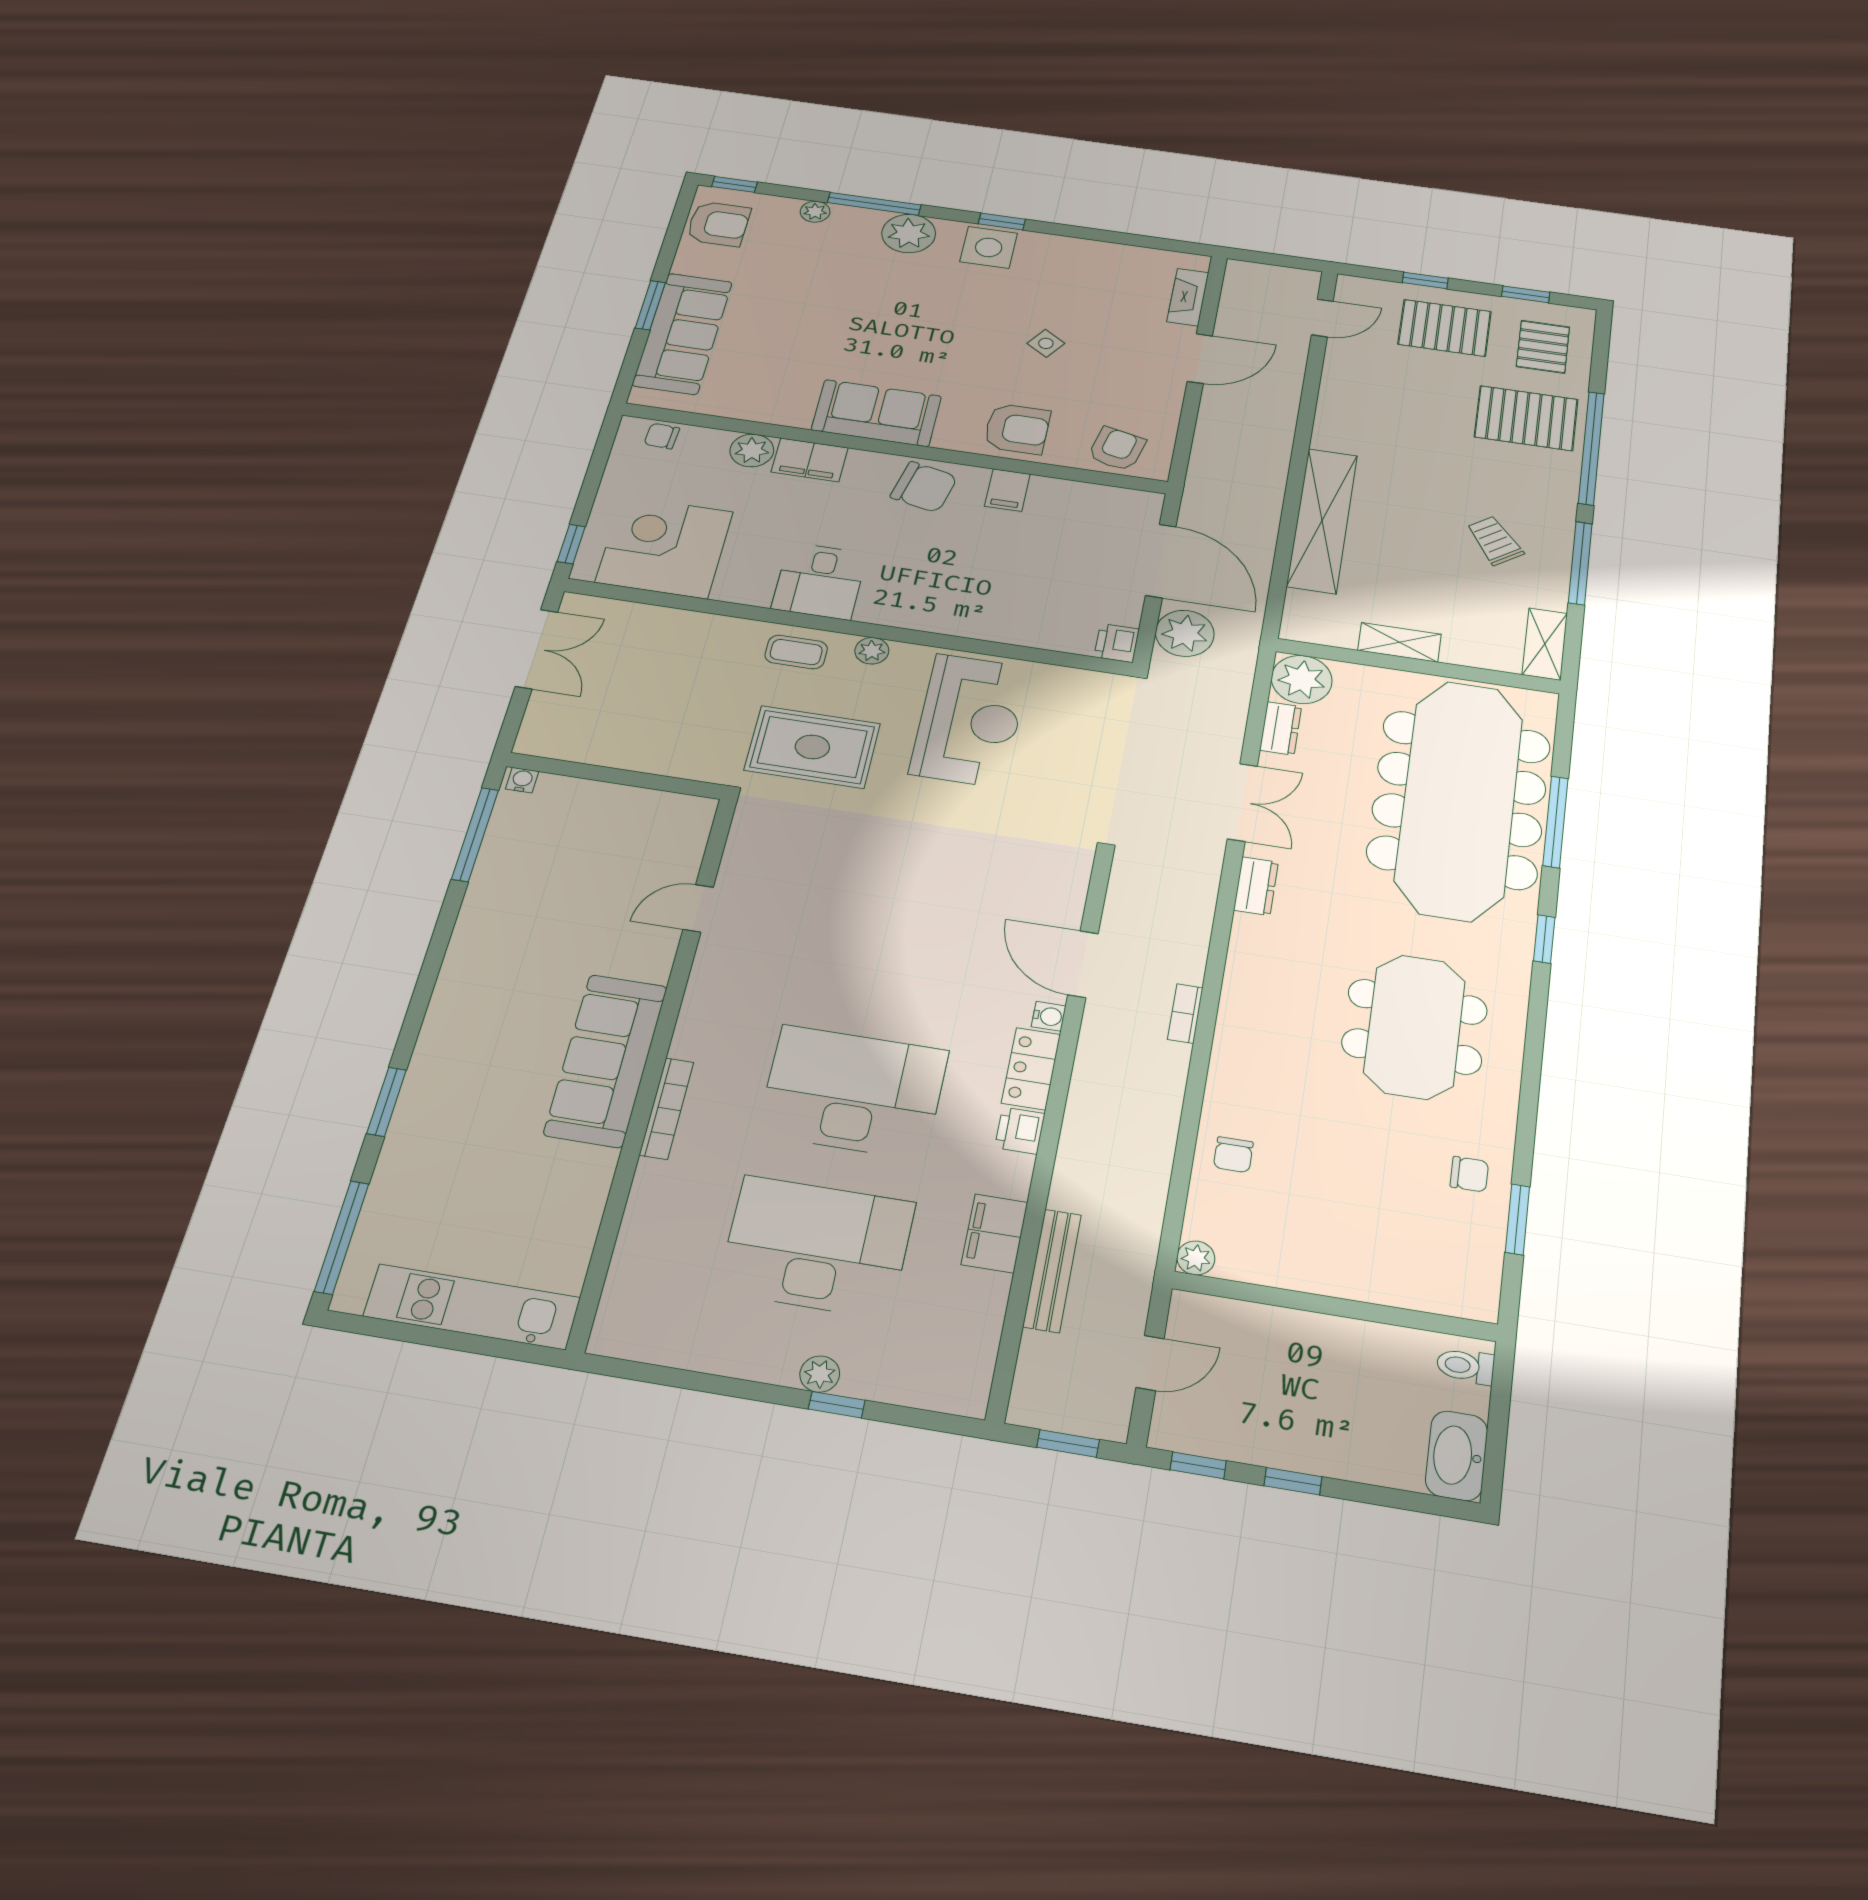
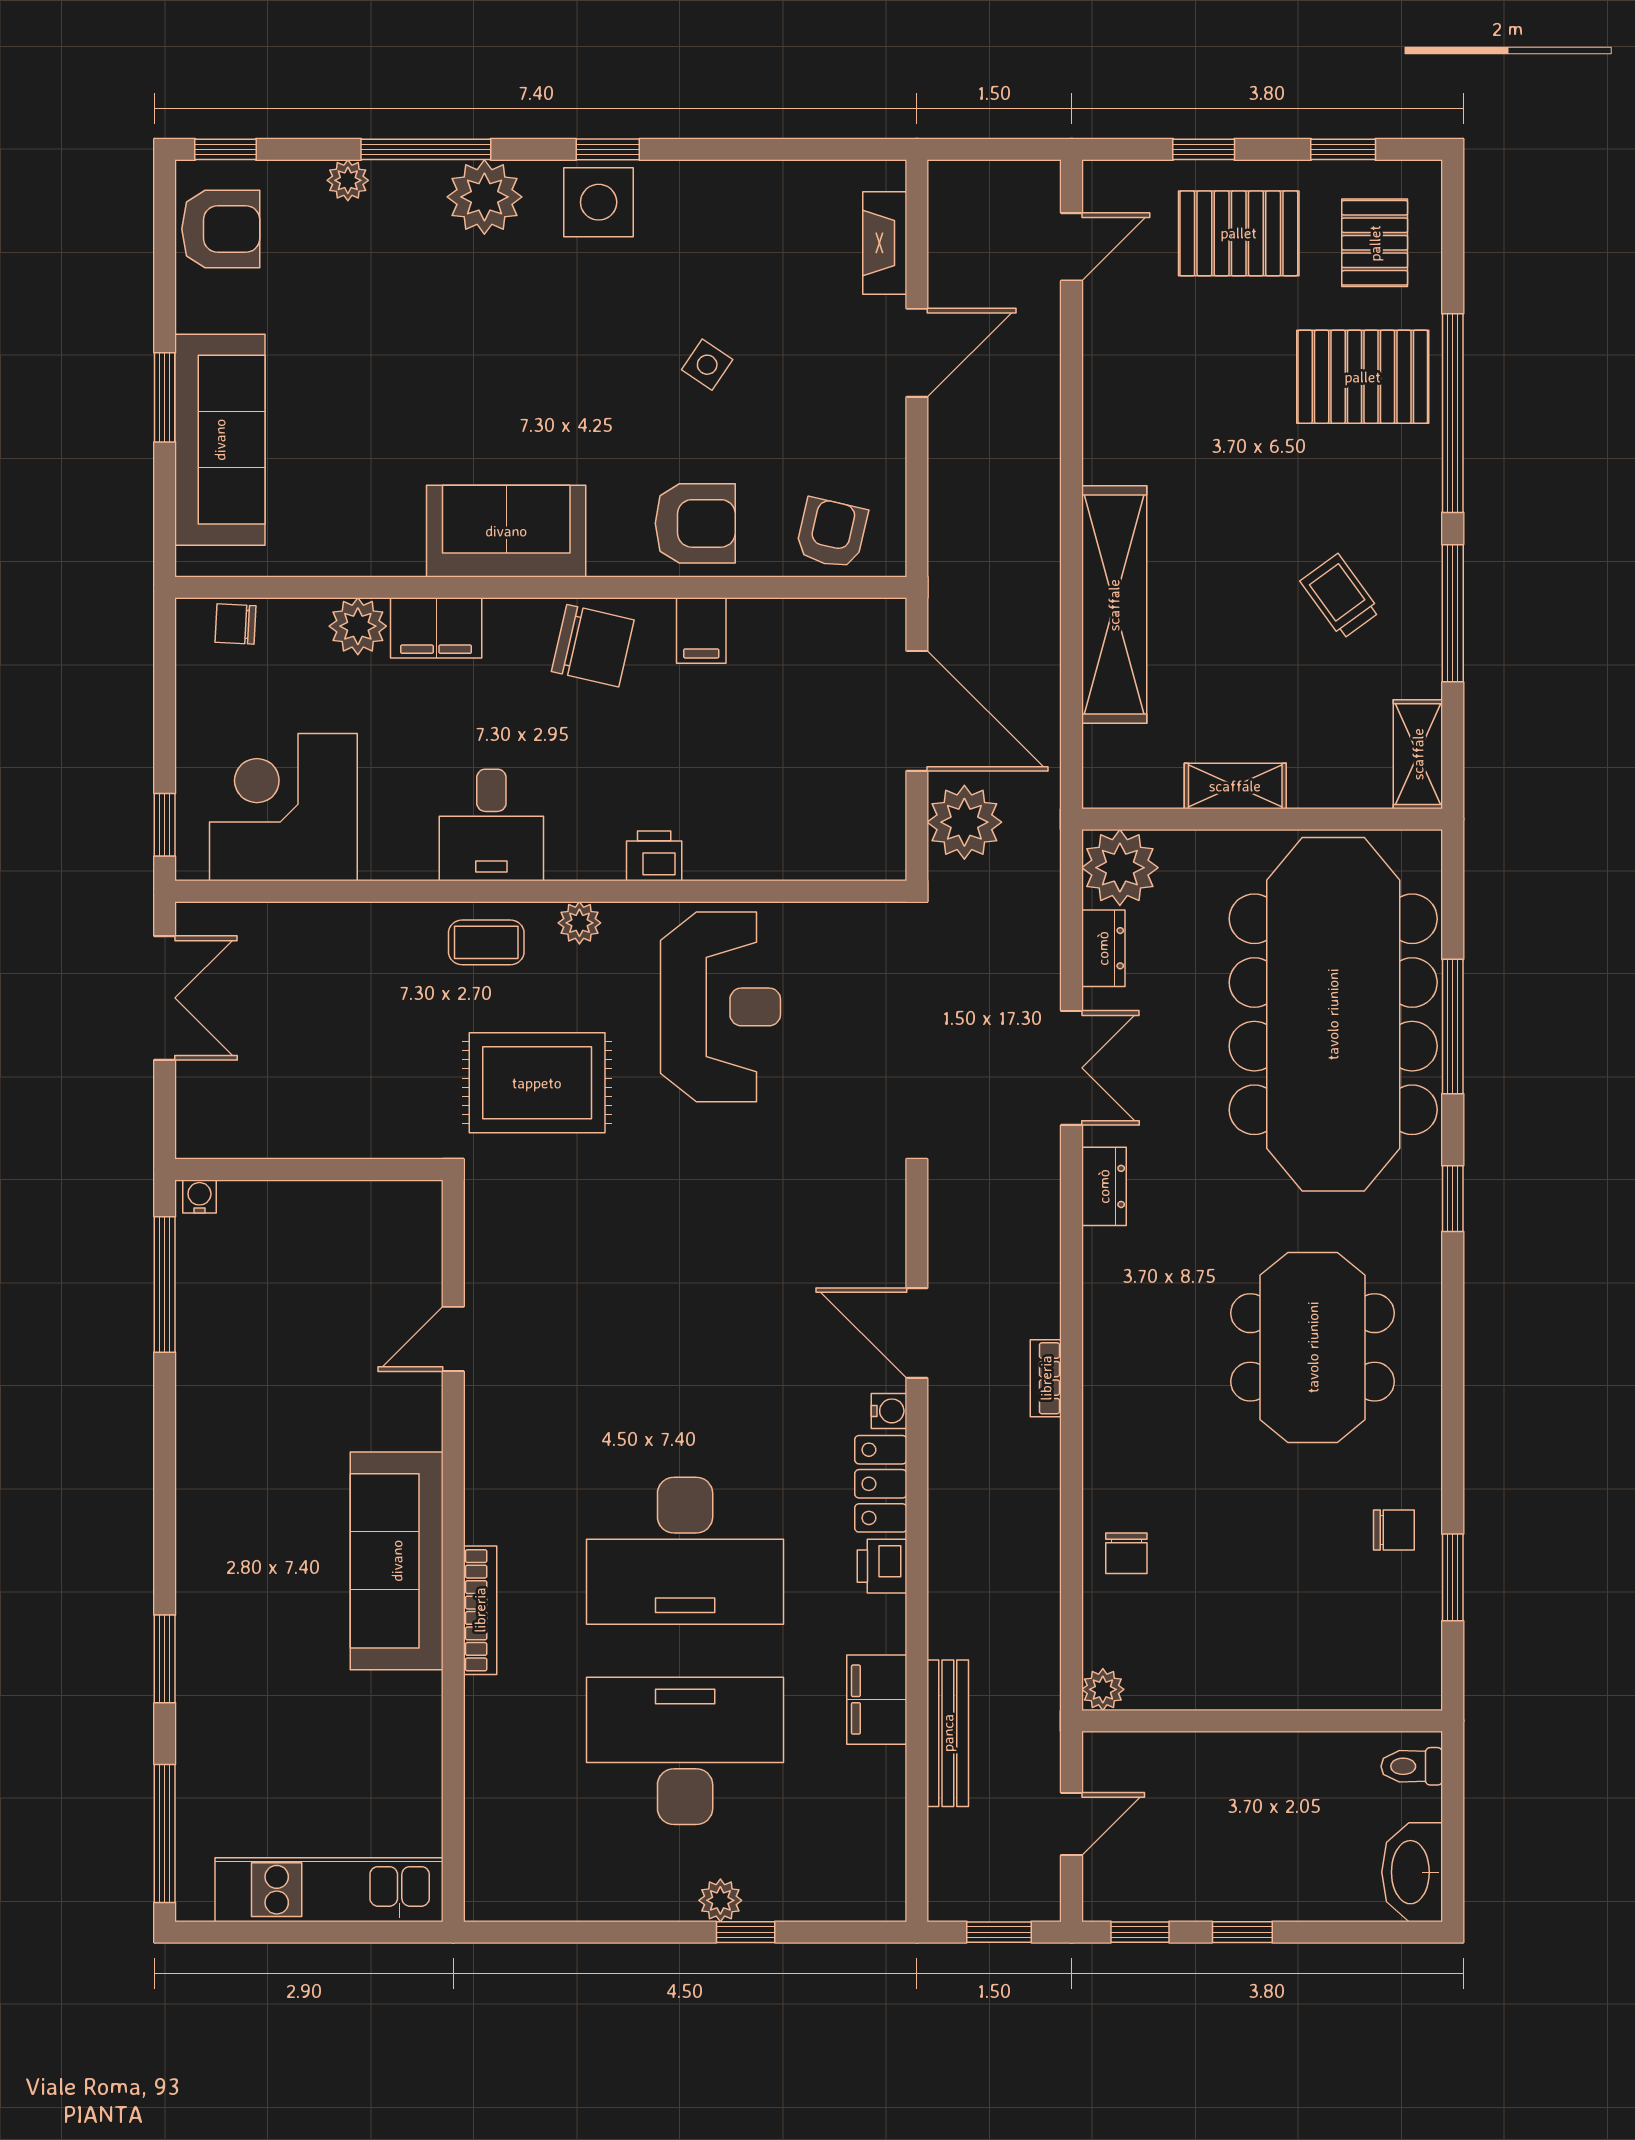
printer: (1117, 643) -> (654, 856), moved, turned 90
desk: (853, 1092) -> (685, 1551), turned 180

